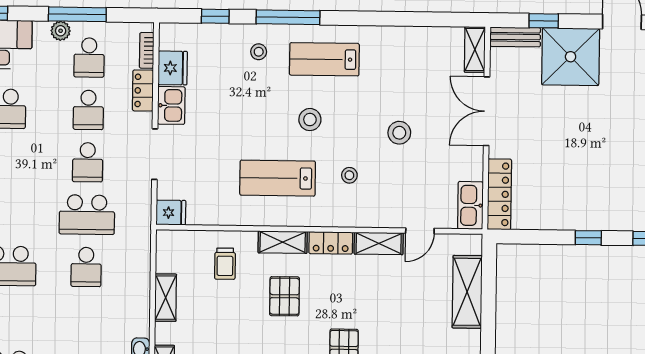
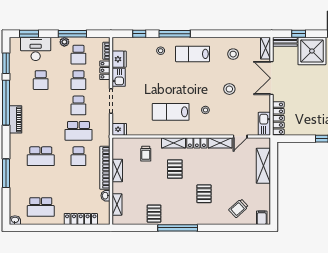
stool: (310, 120) -> (233, 54), moved
bookcase: (140, 292) -> (105, 168), added

